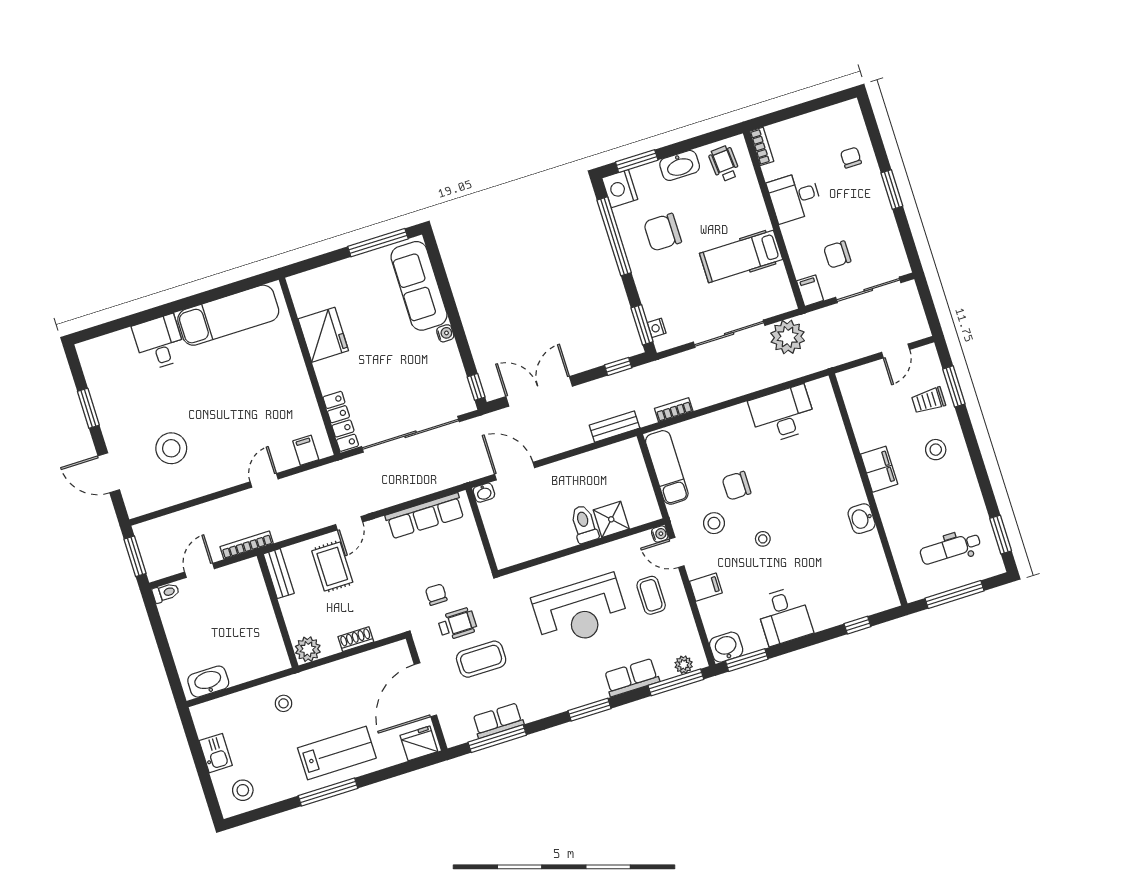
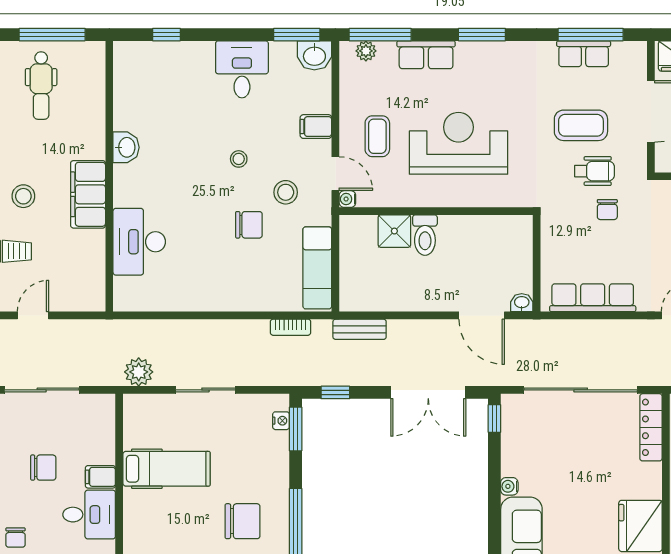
chair: (837, 254) -> (43, 468), moved
filing cabinet: (810, 291) -> (100, 477), moved, turned 90
sliding door: (729, 334) -> (205, 390), width x0.73
plant: (788, 337) -> (139, 372), width x0.73, depth x0.73
desk: (783, 415) -> (139, 242), moved, turned 90
filing cabinet: (879, 469) -> (88, 194), width x1.50, depth x1.17
dental chair: (950, 548) -> (41, 86), turned 90
wheelchair: (457, 624) -> (595, 171), turned 180

